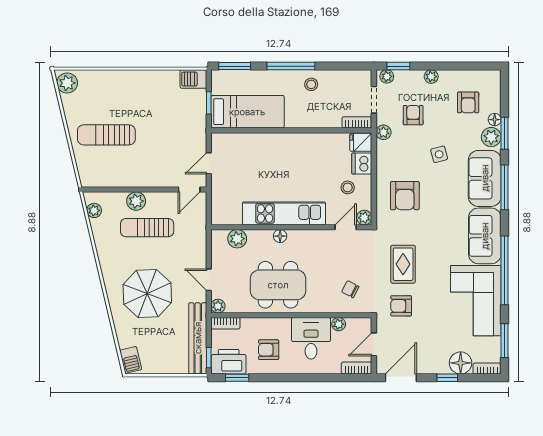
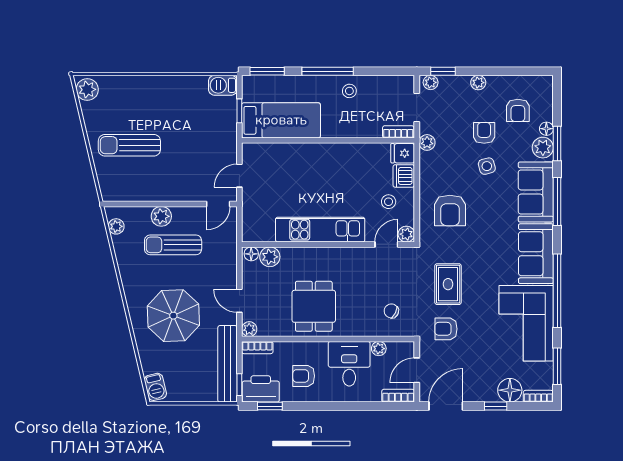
armchair: (413, 115) -> (484, 133), moved
floor lamp: (280, 236) -> (251, 254), moved
dining table: (278, 285) -> (314, 306), width x0.73

